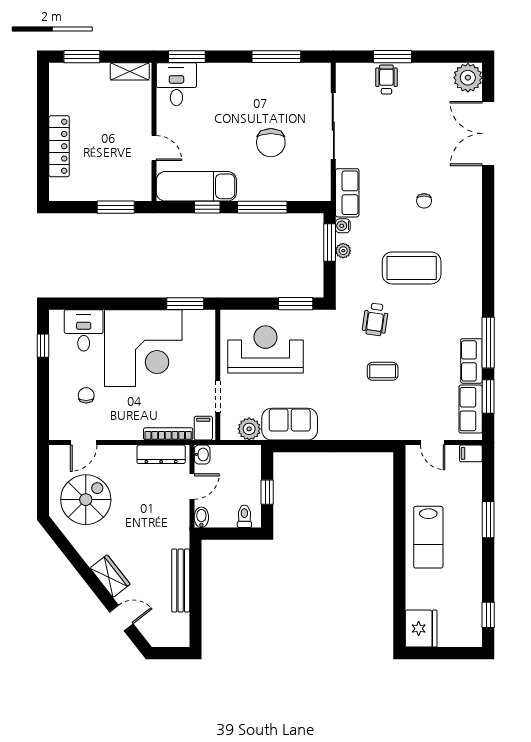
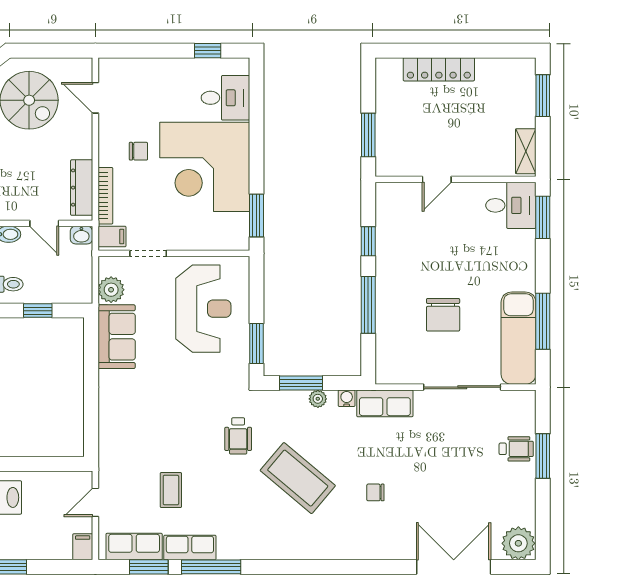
chair: (271, 143) -> (443, 315), turned -90
exam couch: (196, 186) -> (519, 338), moved, turned 180
window: (330, 243) -> (301, 383), moved
coffee table: (412, 268) -> (298, 478), turned -50
wheelchair: (375, 319) -> (238, 436), turned -98
coffee table: (383, 371) -> (171, 490), moved
chair: (86, 395) -> (138, 151), moved

